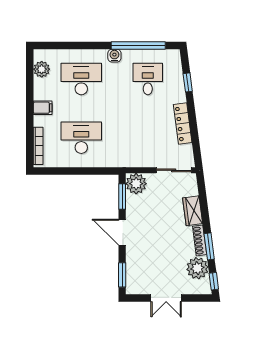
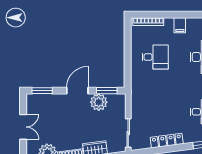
desk: (81, 138) -> (155, 57), width x0.73
plant: (136, 184) -> (99, 102), moved
double door: (166, 298) -> (23, 127), swing flipped

